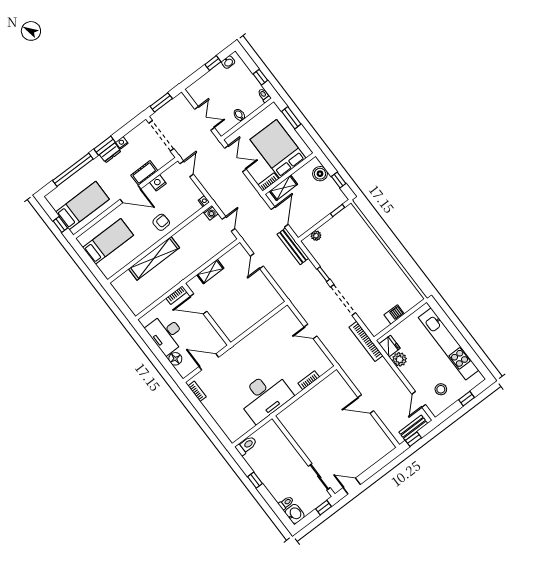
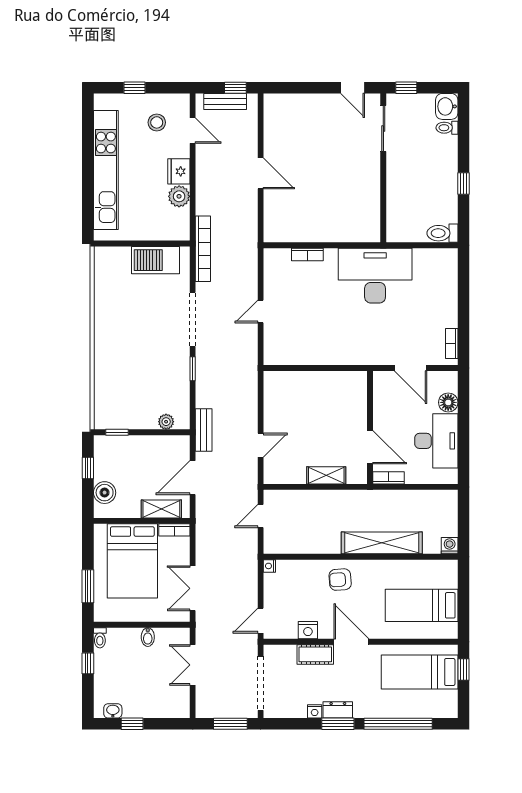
washing machine: (211, 213) -> (450, 546), moved
bench: (293, 246) -> (204, 430), width x0.73
barbecue: (394, 314) -> (156, 260), width x1.88, depth x1.53
door: (310, 331) -> (261, 312), swing flipped
fridge: (390, 346) -> (179, 171), moved
door: (419, 399) -> (193, 131), hinge flipped

